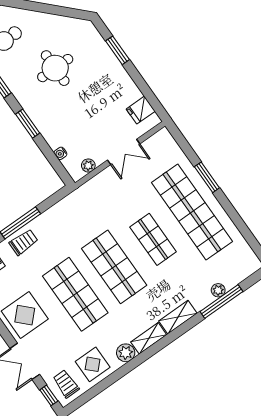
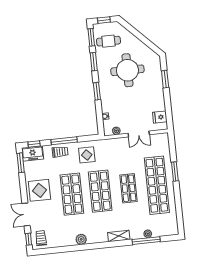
round table: (55, 68) -> (127, 70), width x1.36, depth x1.36
shelving: (149, 338) -> (97, 239), removed
display table: (93, 364) -> (87, 155), moved

